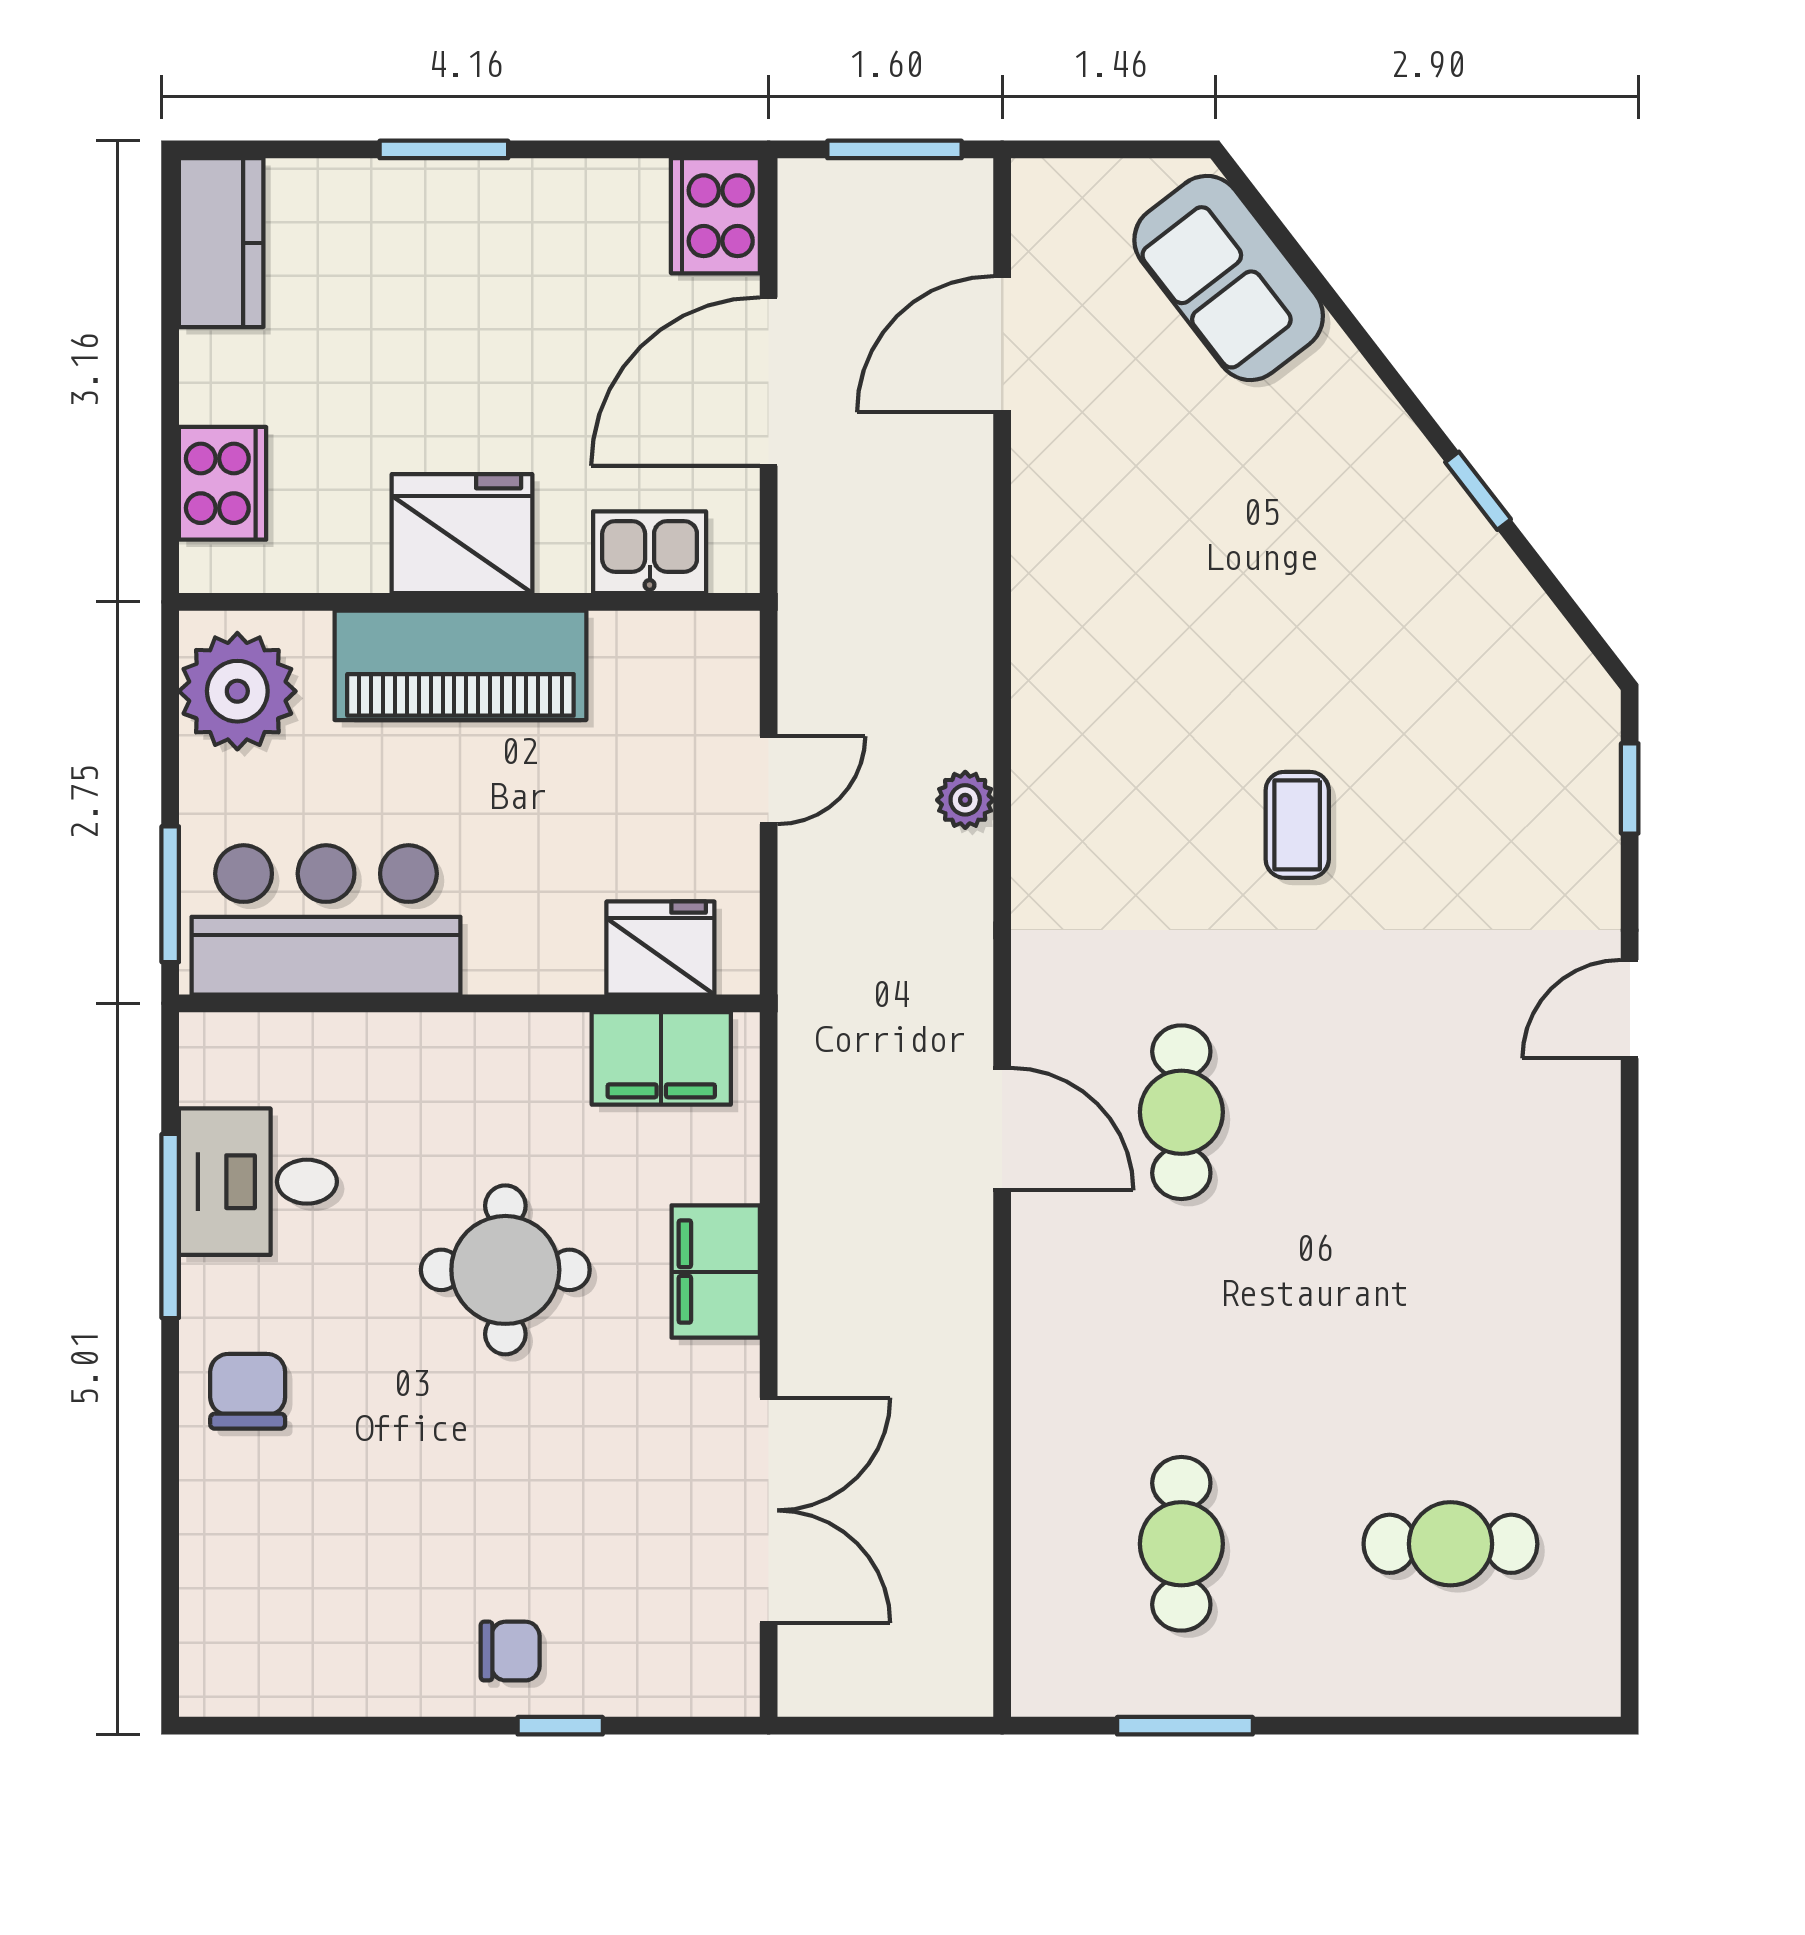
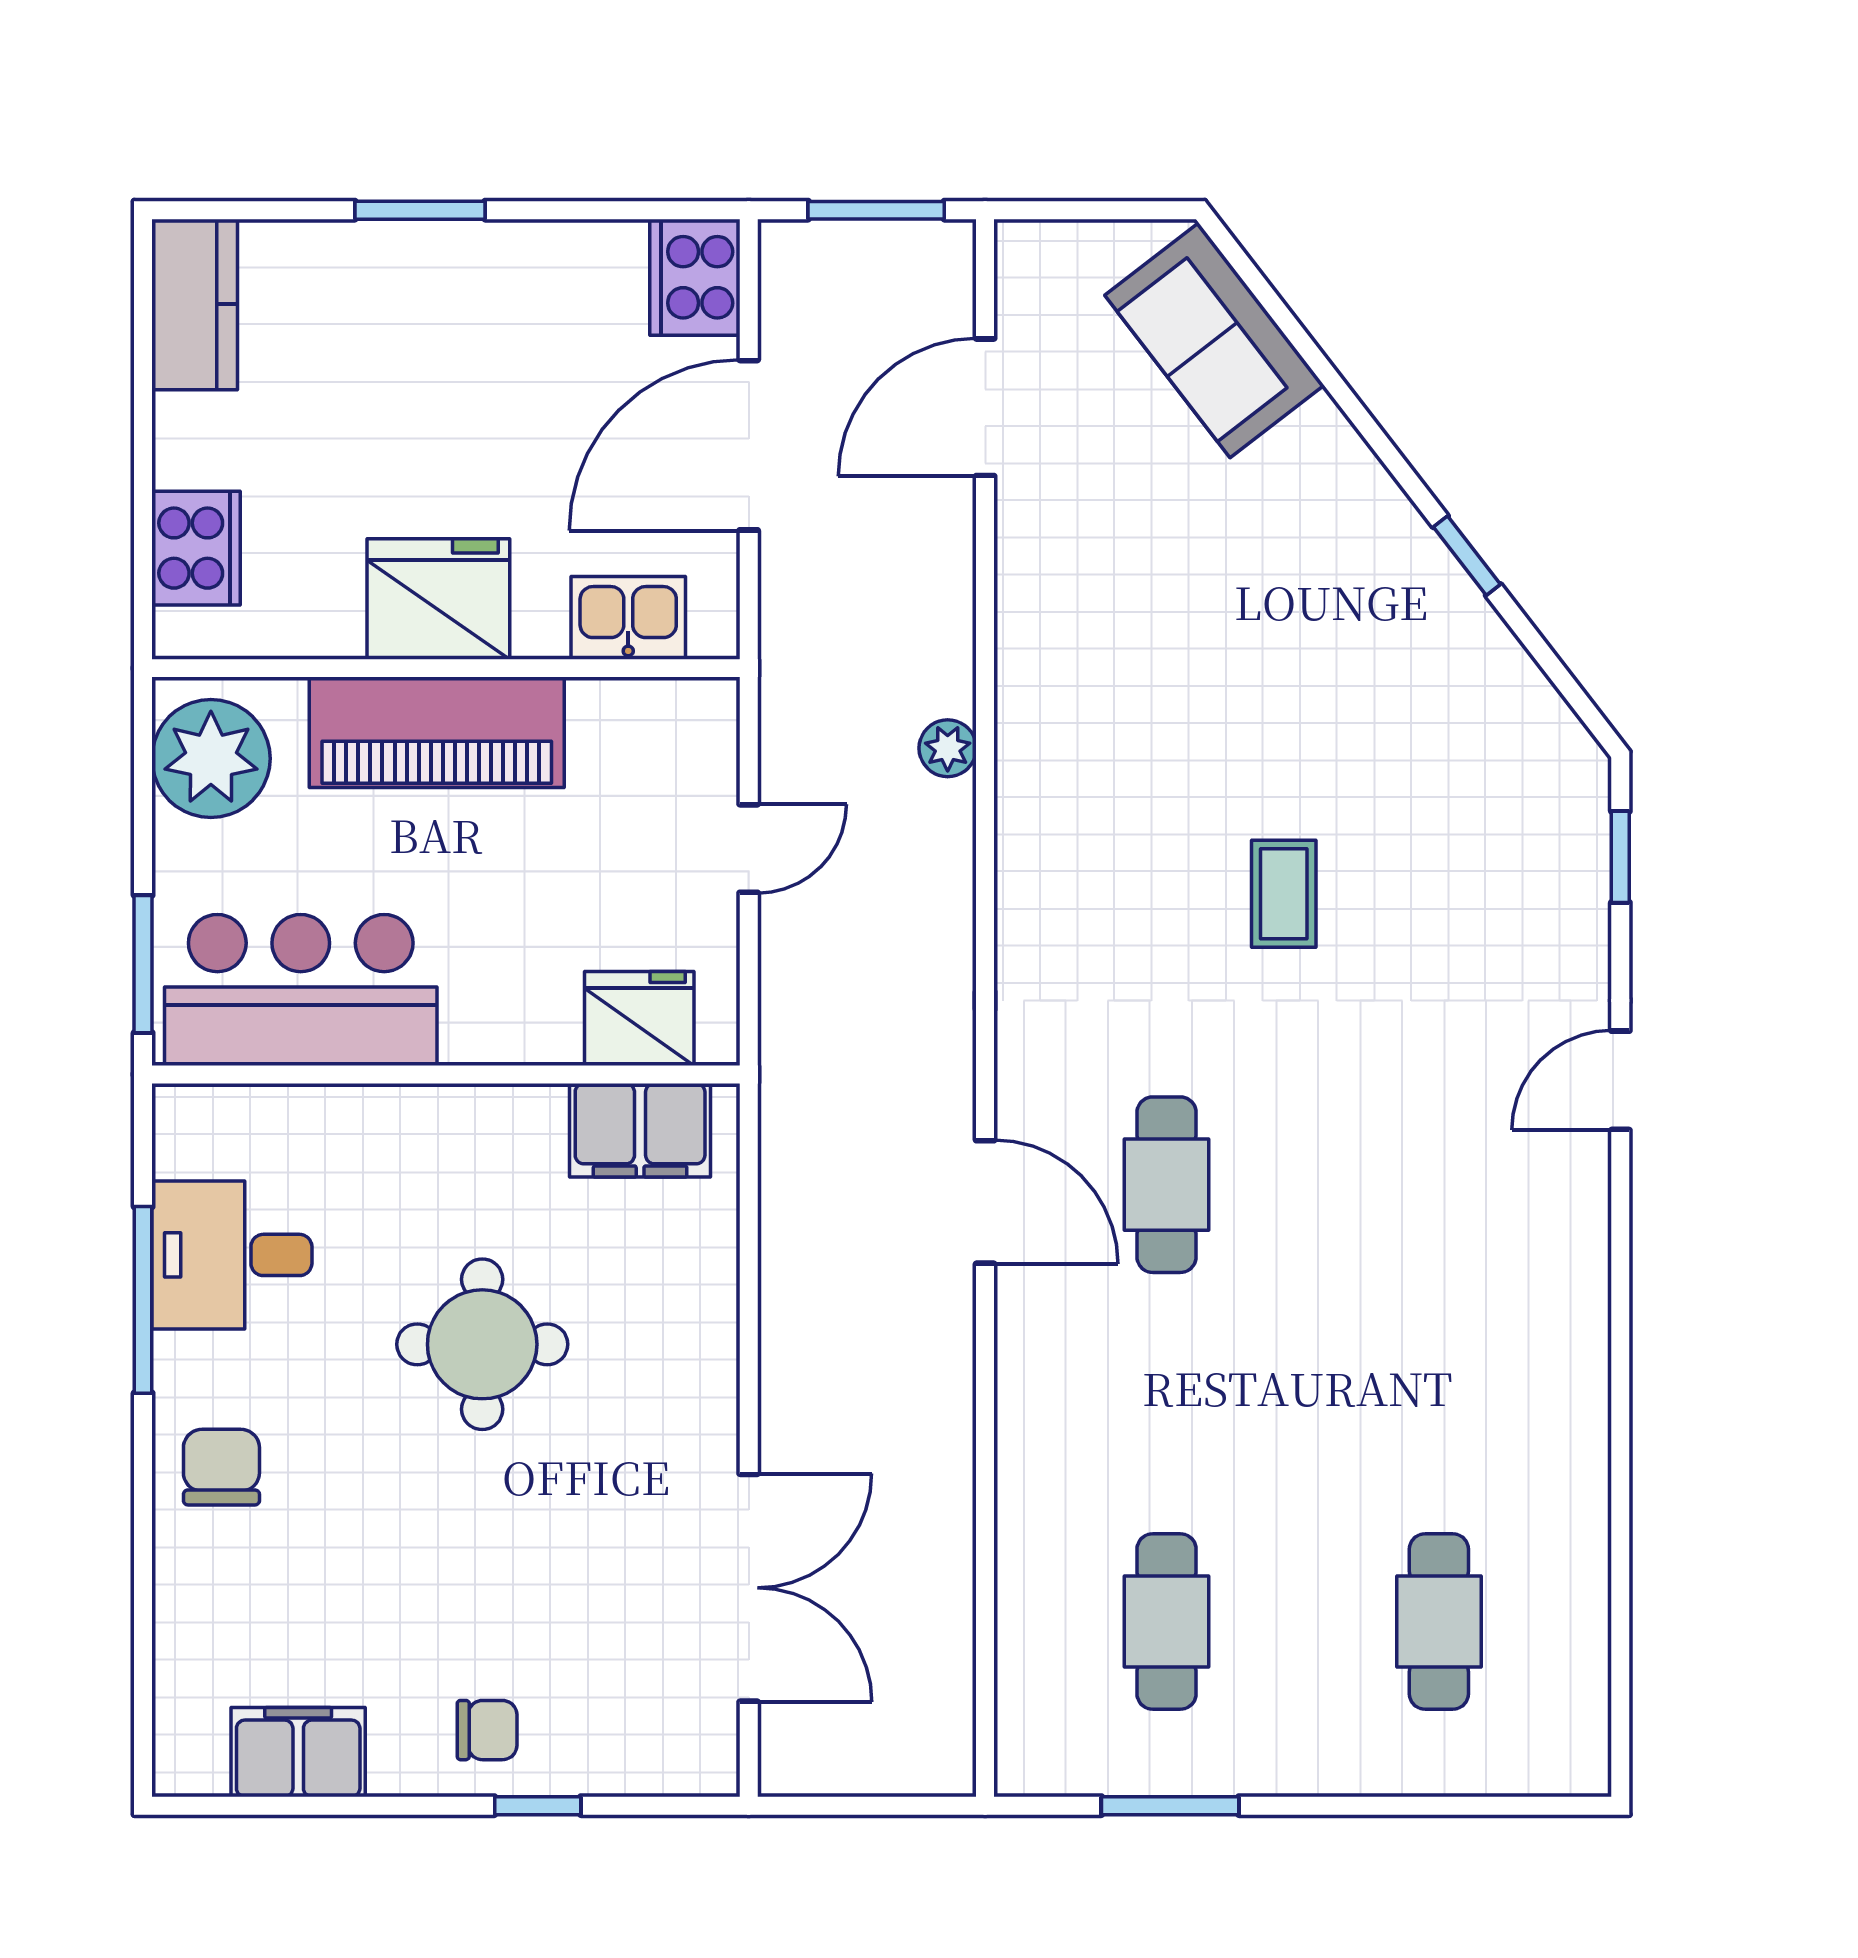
plant: (965, 800) -> (948, 748), moved
filing cabinet: (716, 1272) -> (298, 1752), moved, turned 90
cafe table: (1450, 1544) -> (1439, 1622), turned 90

